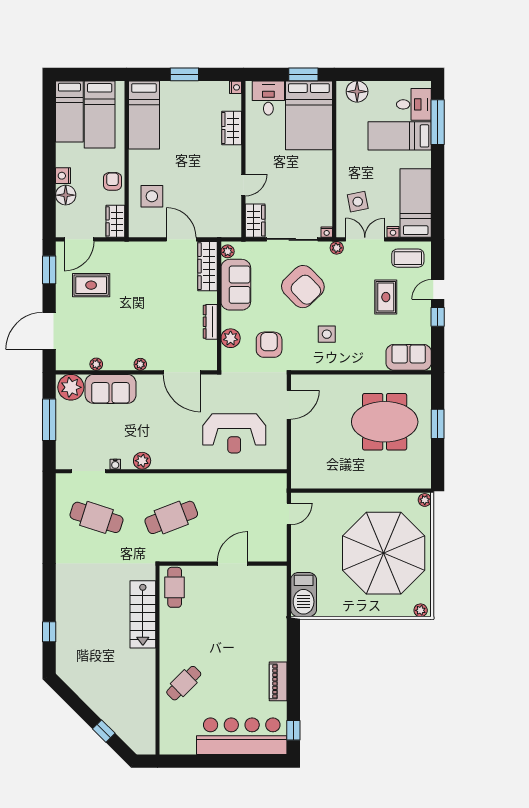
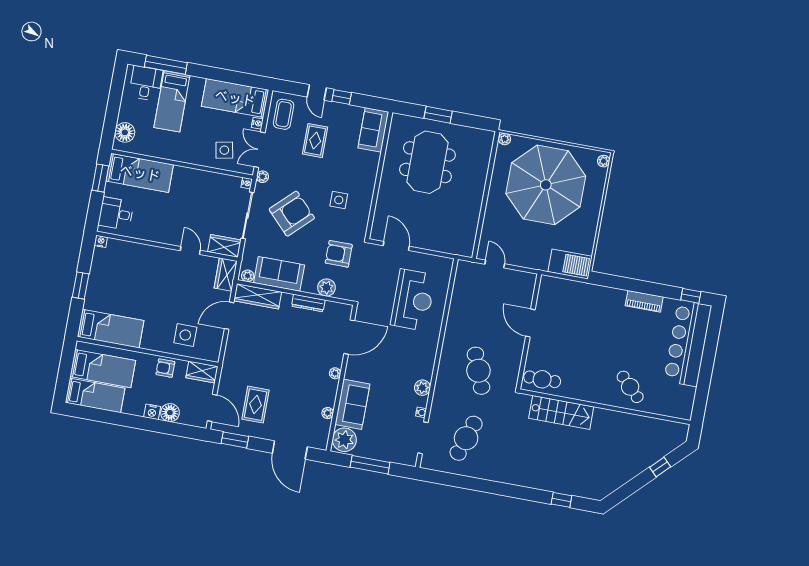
bed: (309, 115) -> (140, 173), width x0.67
wardrobe: (232, 128) -> (226, 275), moved, turned 90
rug: (386, 297) -> (315, 141), turned 90

